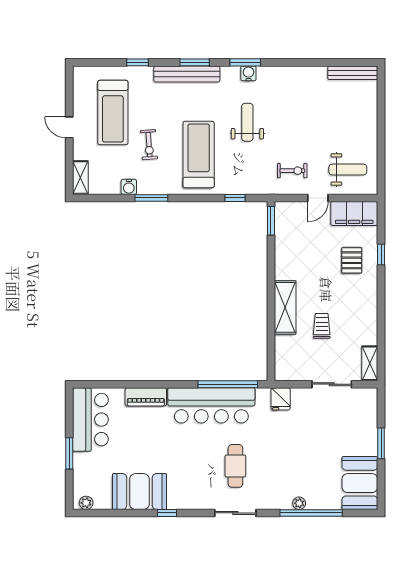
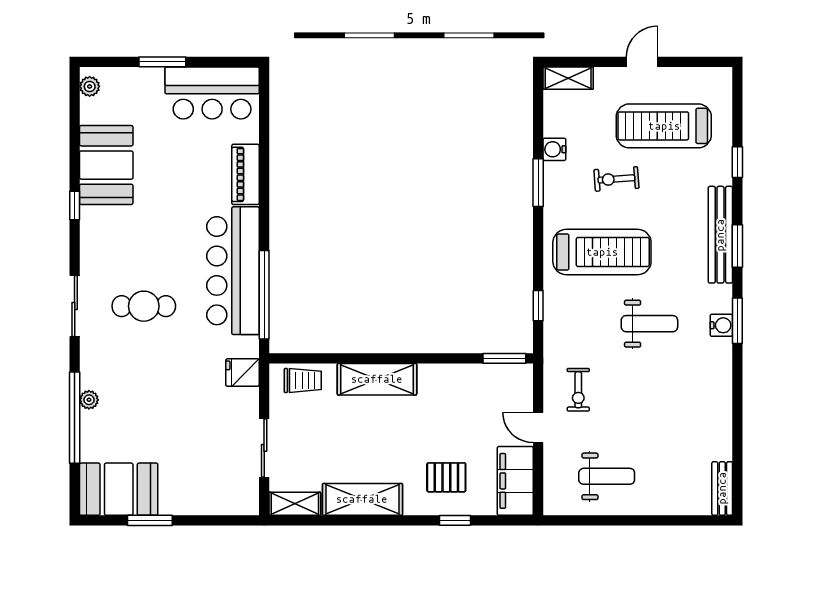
bench: (353, 73) -> (722, 488), width x0.73
weight bench: (348, 169) -> (607, 476), moved, turned -90
shelving: (367, 317) -> (362, 499), added
trolley: (322, 326) -> (303, 380), moved
window: (381, 443) -> (150, 520), moved

